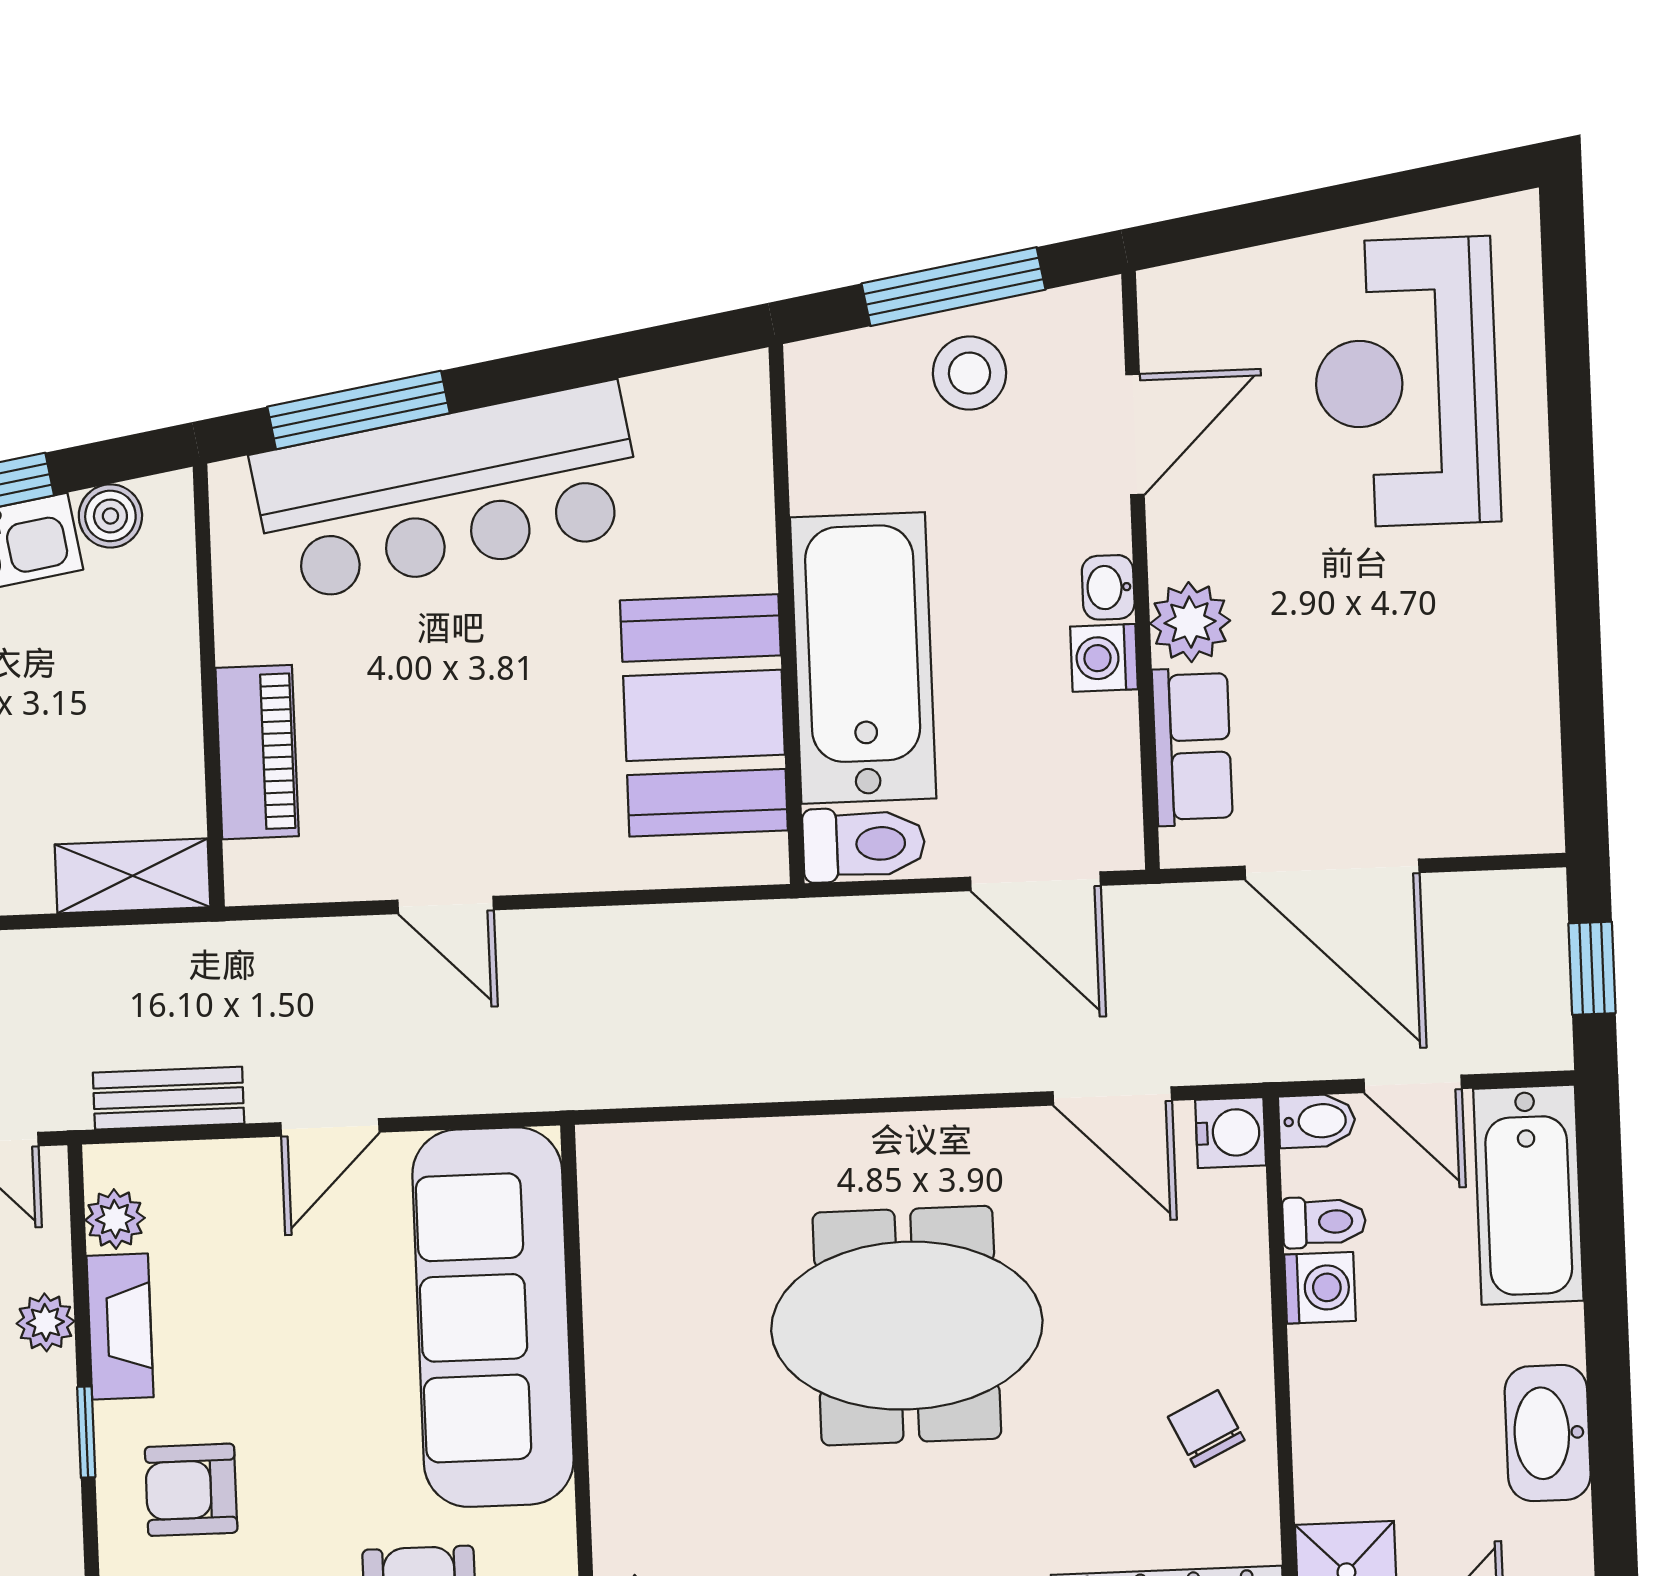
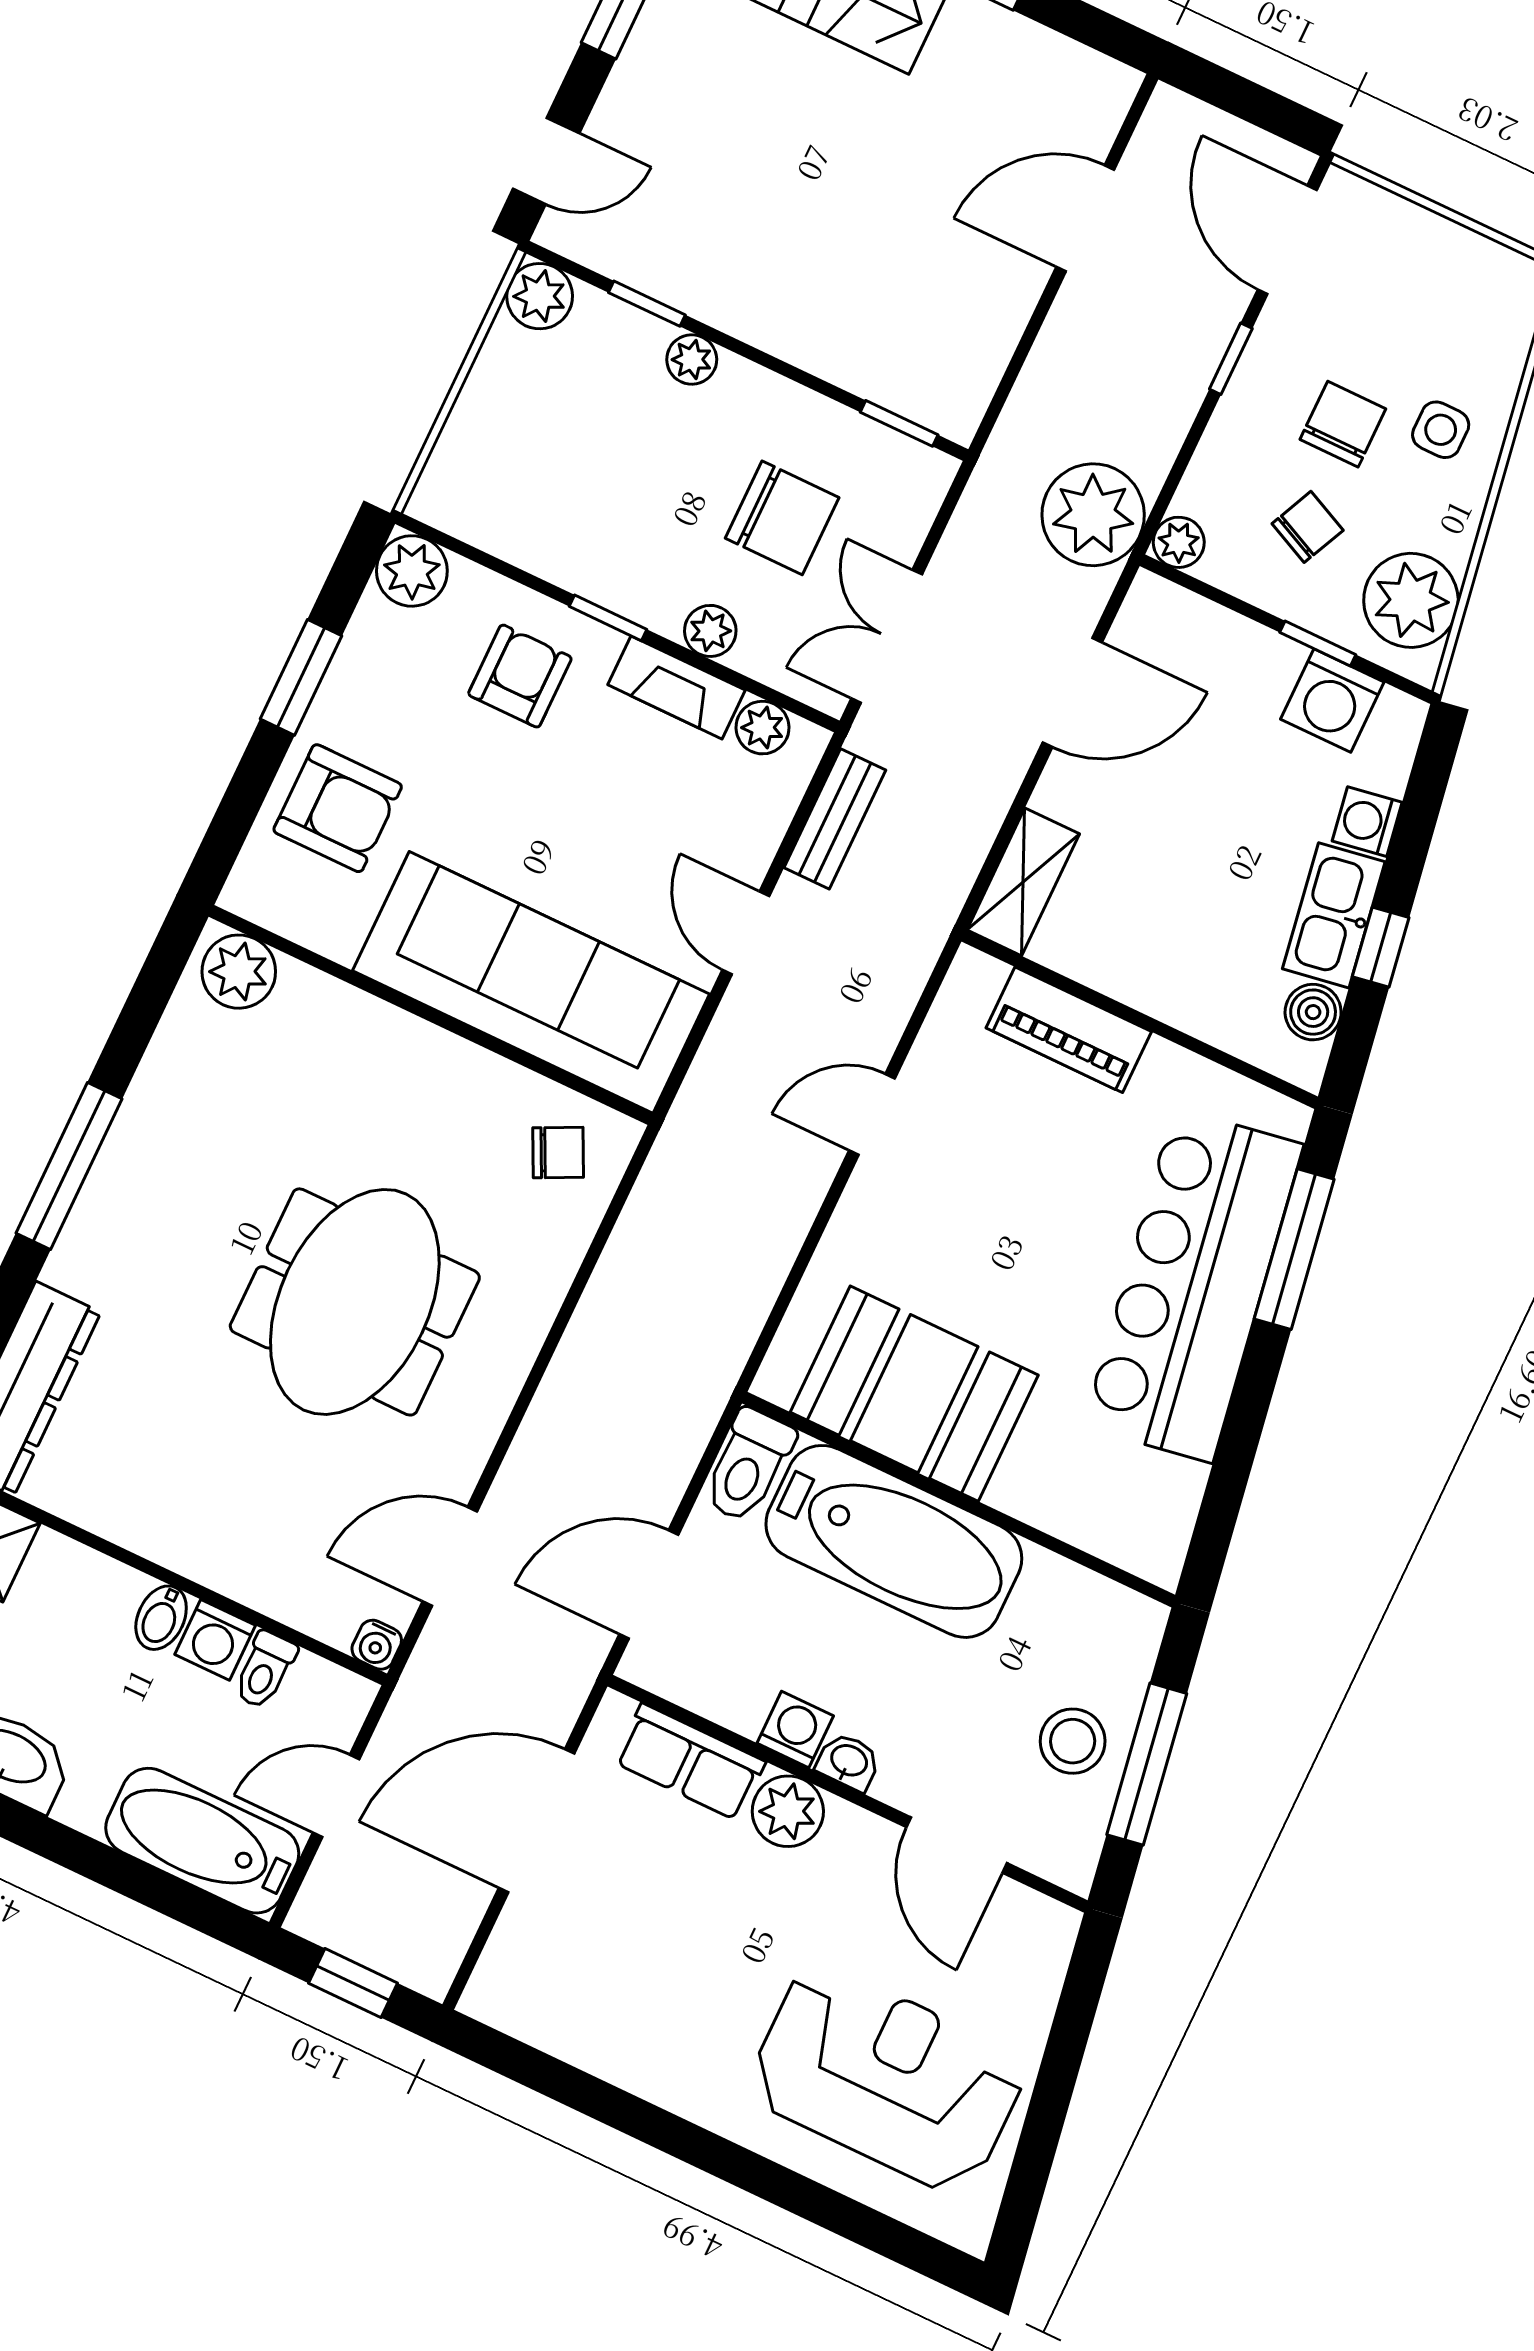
bidet: (1317, 1121) -> (161, 1618), moved
water cooler: (1231, 1133) -> (377, 1645), width x0.72, depth x0.72
chair: (1206, 1429) -> (558, 1153), moved

